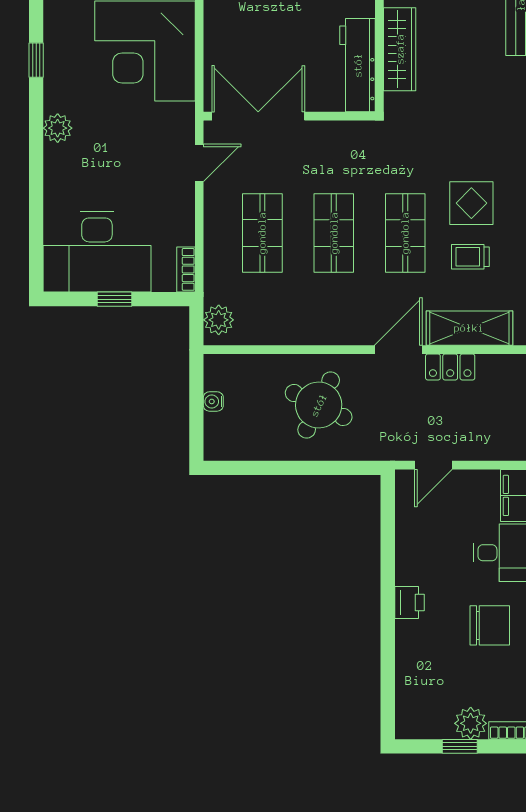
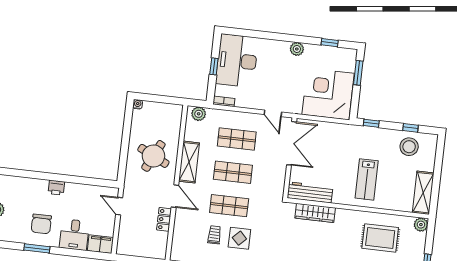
shelving: (469, 328) -> (189, 162), moved
water cooler: (213, 401) -> (138, 104), moved

